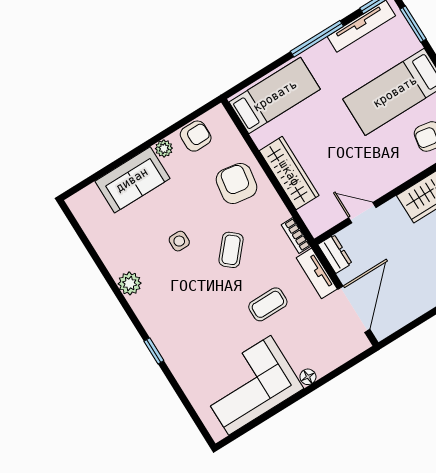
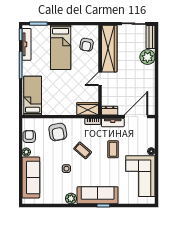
wardrobe: (289, 173) -> (88, 109), moved, width x0.67
sofa: (132, 180) -> (31, 177), width x1.36
armchair: (237, 183) -> (58, 132), turned -109
door: (362, 213) -> (100, 79), moved
door: (354, 309) -> (136, 117), hinge flipped
sofa: (166, 329) -> (98, 195), added

